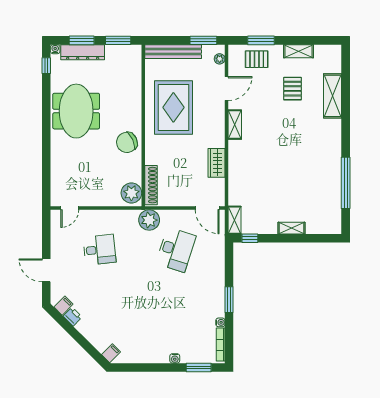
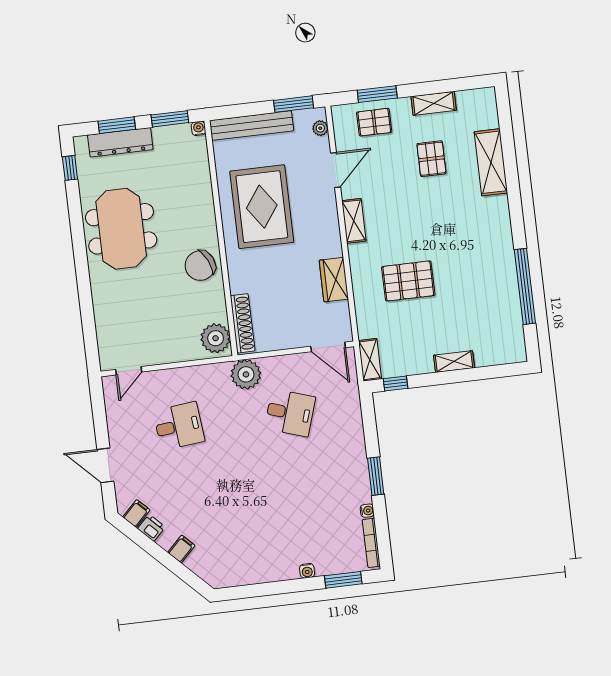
water cooler: (55, 49) -> (199, 128), moved
pallet: (267, 170) -> (408, 281), added
desk: (176, 250) -> (290, 413), width x0.73
filing cabinet: (111, 353) -> (181, 549), moved

